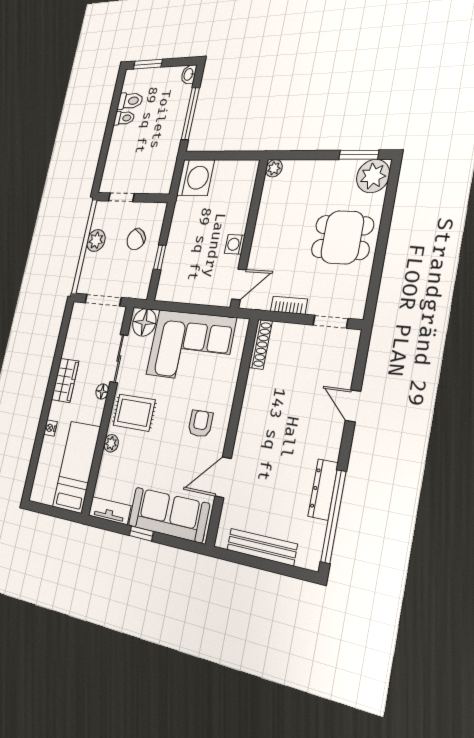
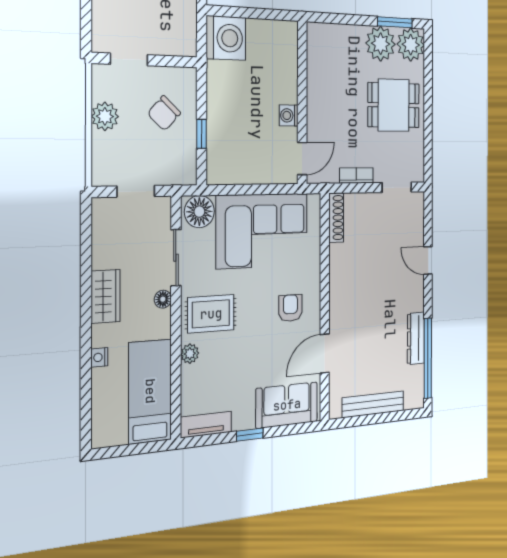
plant: (274, 168) -> (381, 44), moved, width x1.88, depth x1.88
doorway: (103, 300) -> (136, 191), width x0.73
sofa: (168, 515) -> (287, 405), width x0.73

